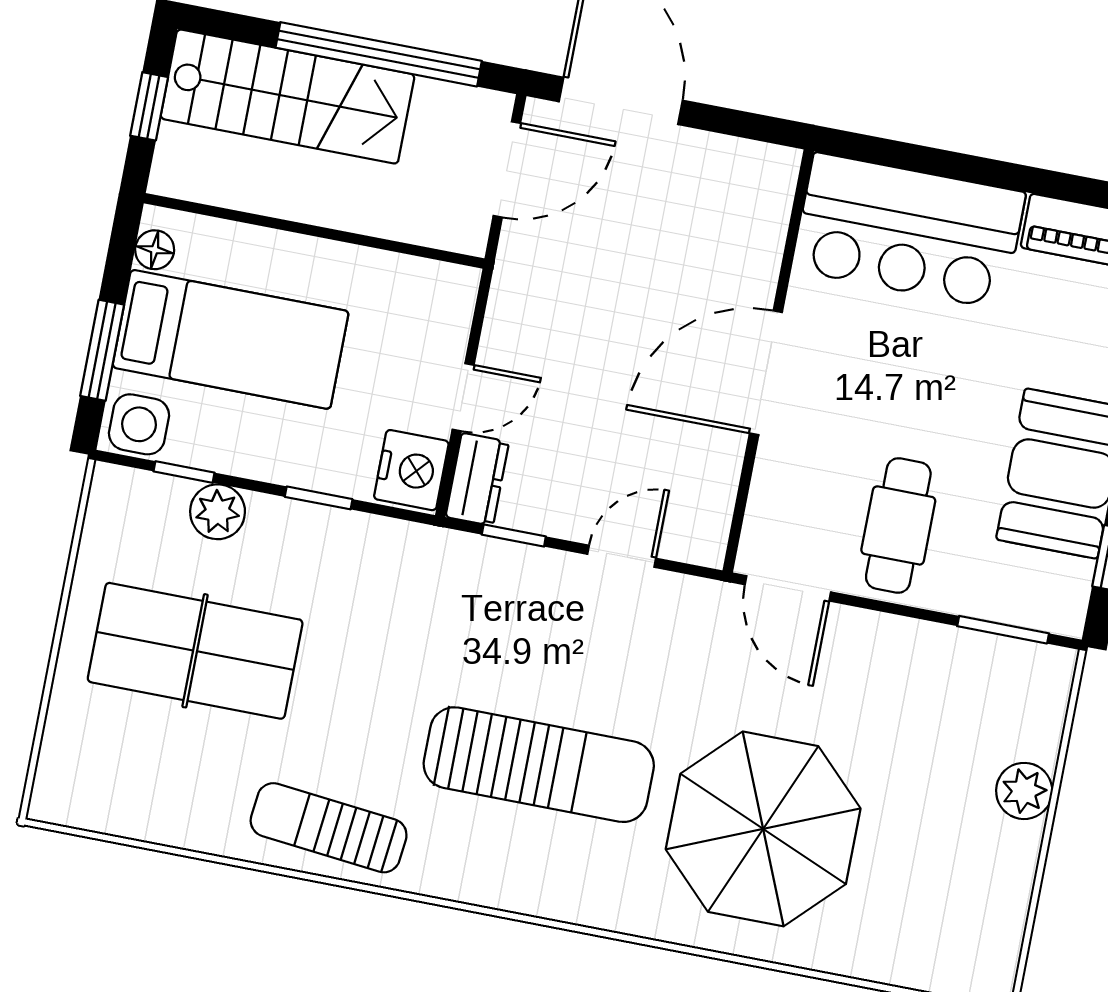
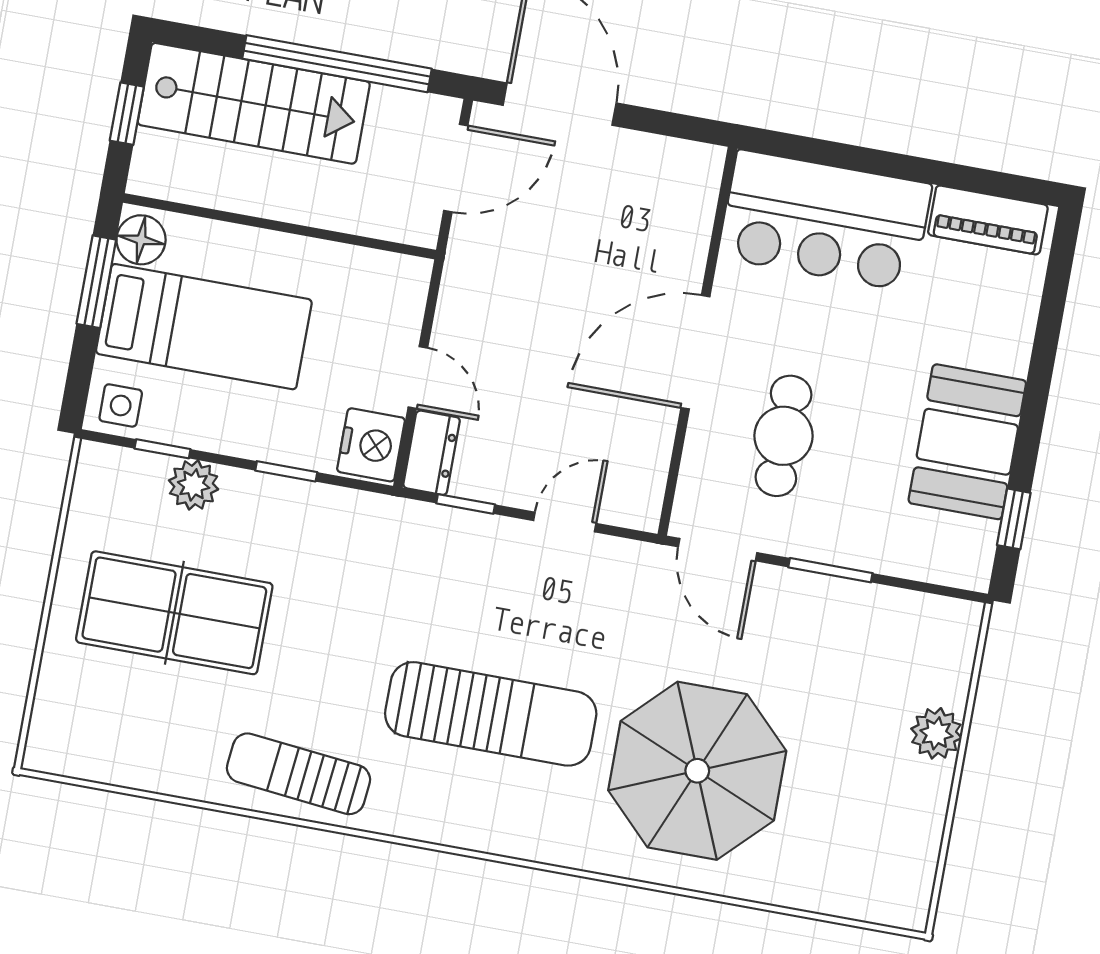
floor lamp: (155, 250) -> (141, 240), width x1.37, depth x1.37
window: (102, 350) -> (96, 282), moved
door: (463, 397) -> (418, 377), hinge flipped
side table: (139, 424) -> (121, 405), width x0.73, depth x0.73
cafe table: (898, 525) -> (783, 436), moved
window: (1003, 630) -> (830, 570), moved

